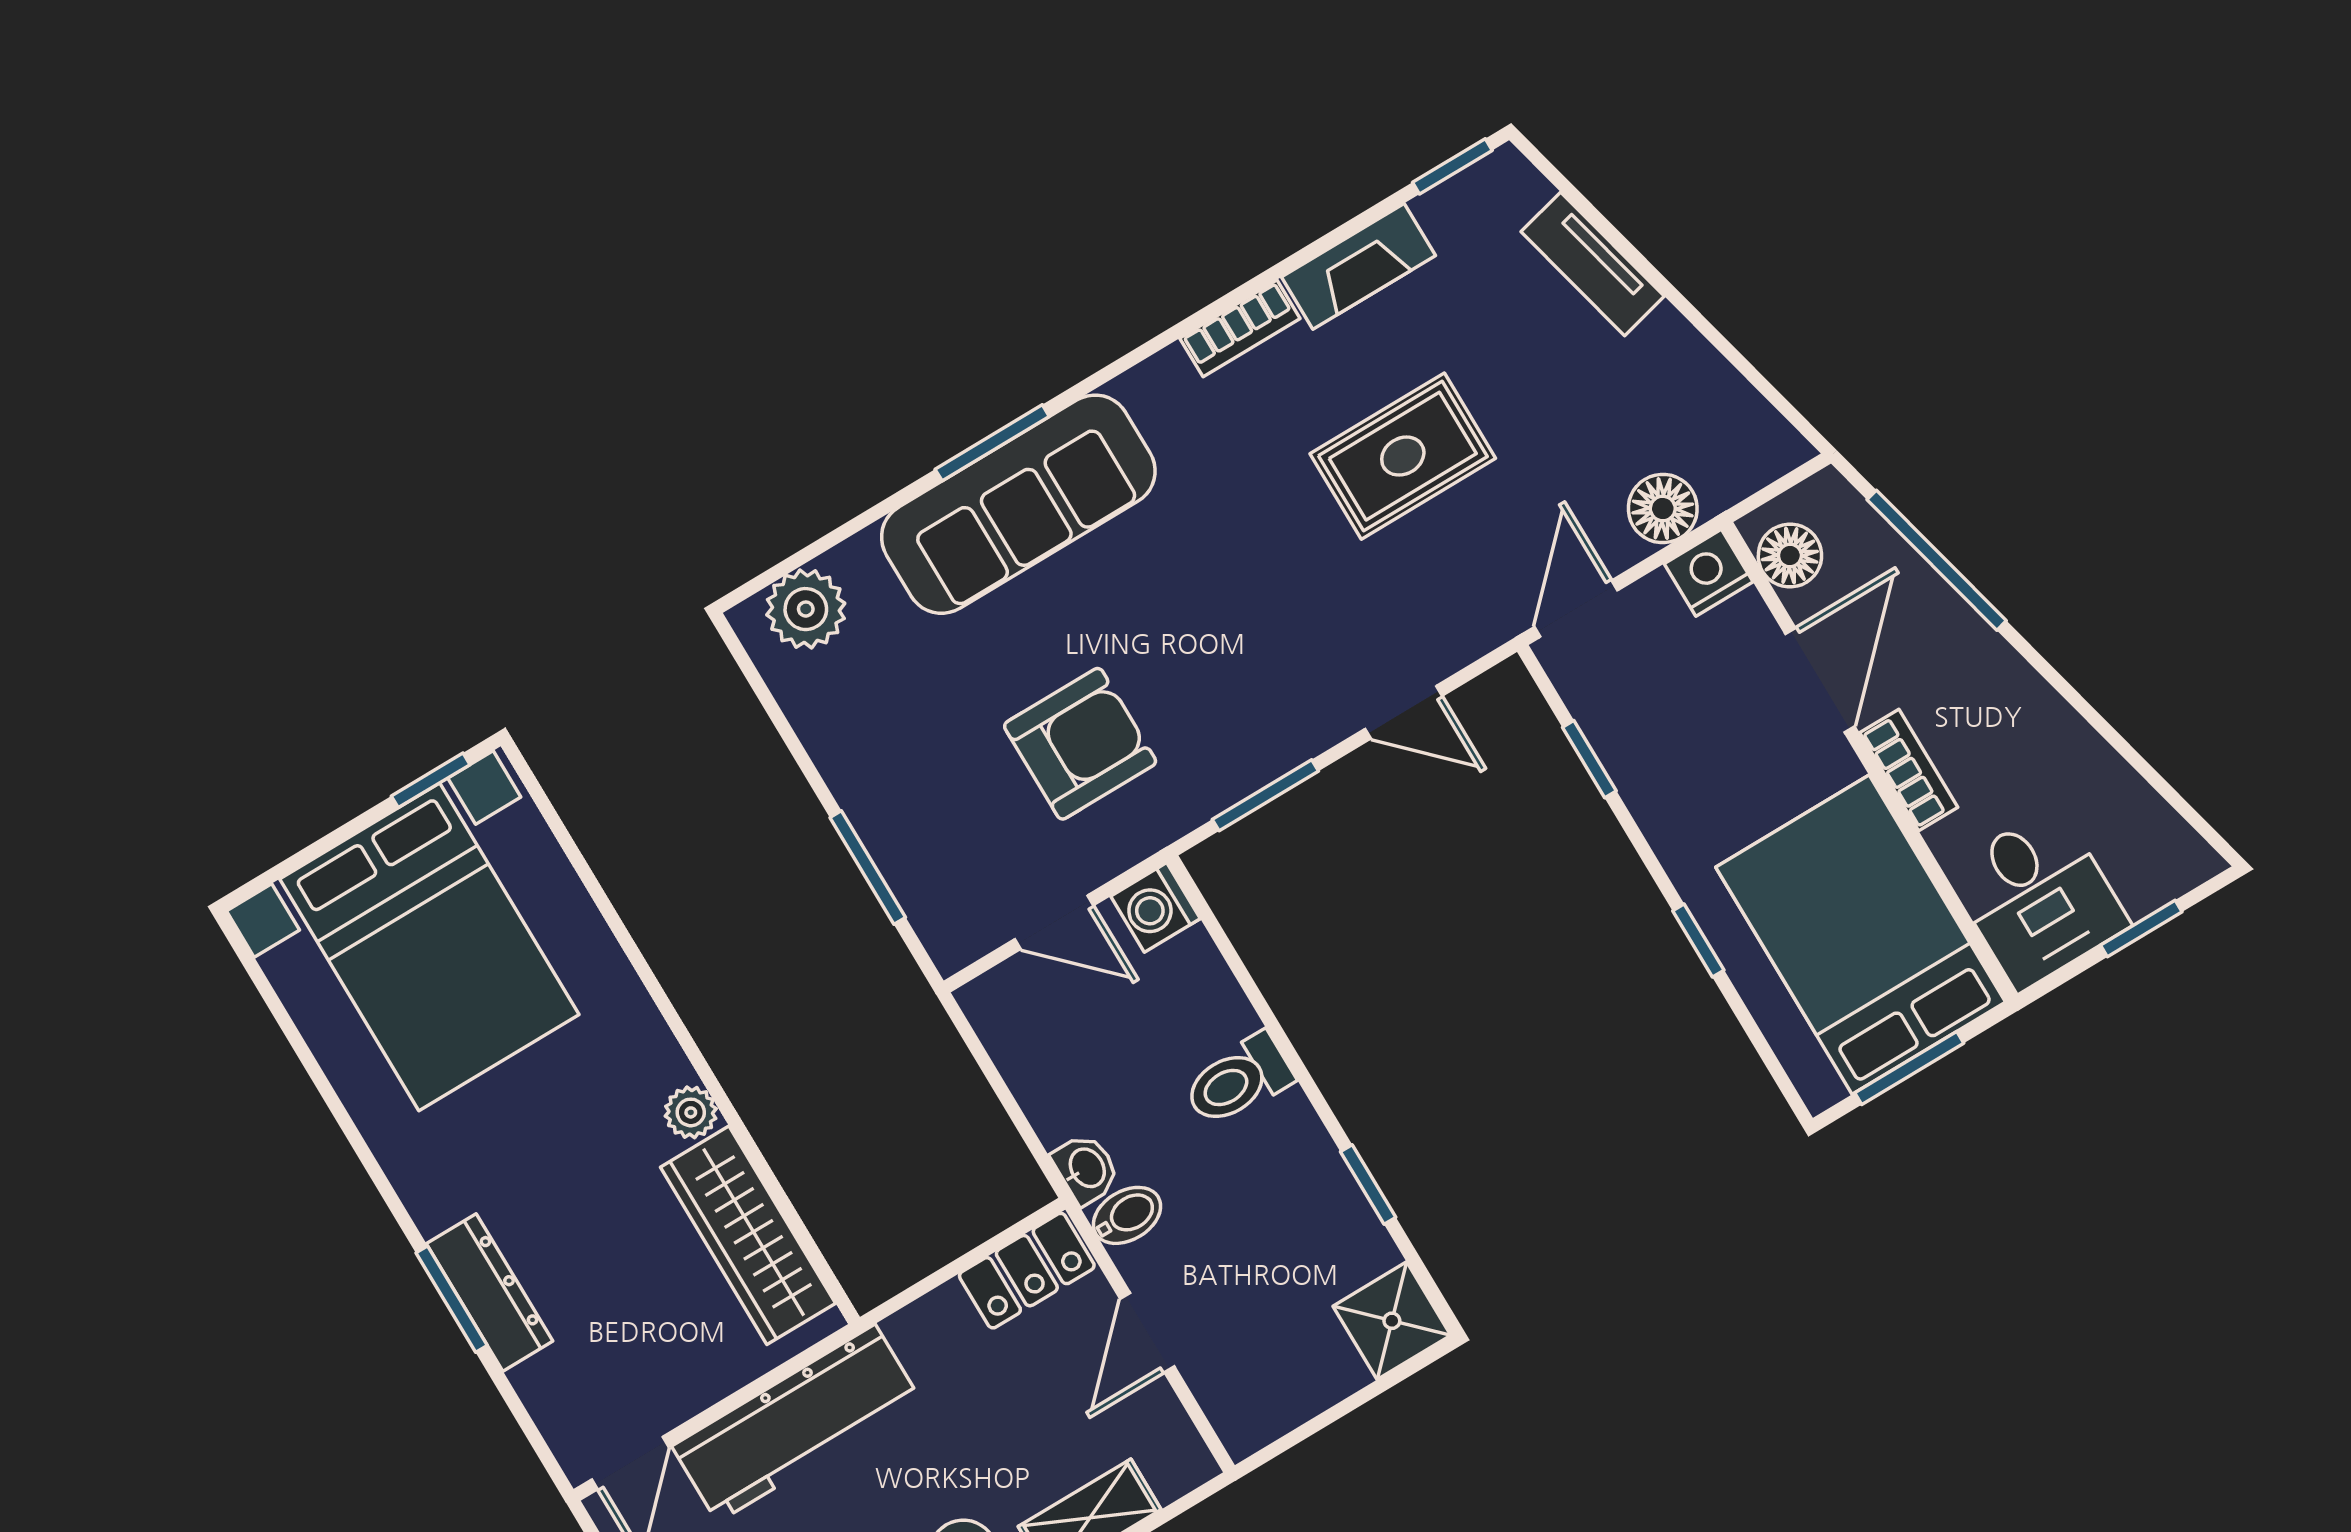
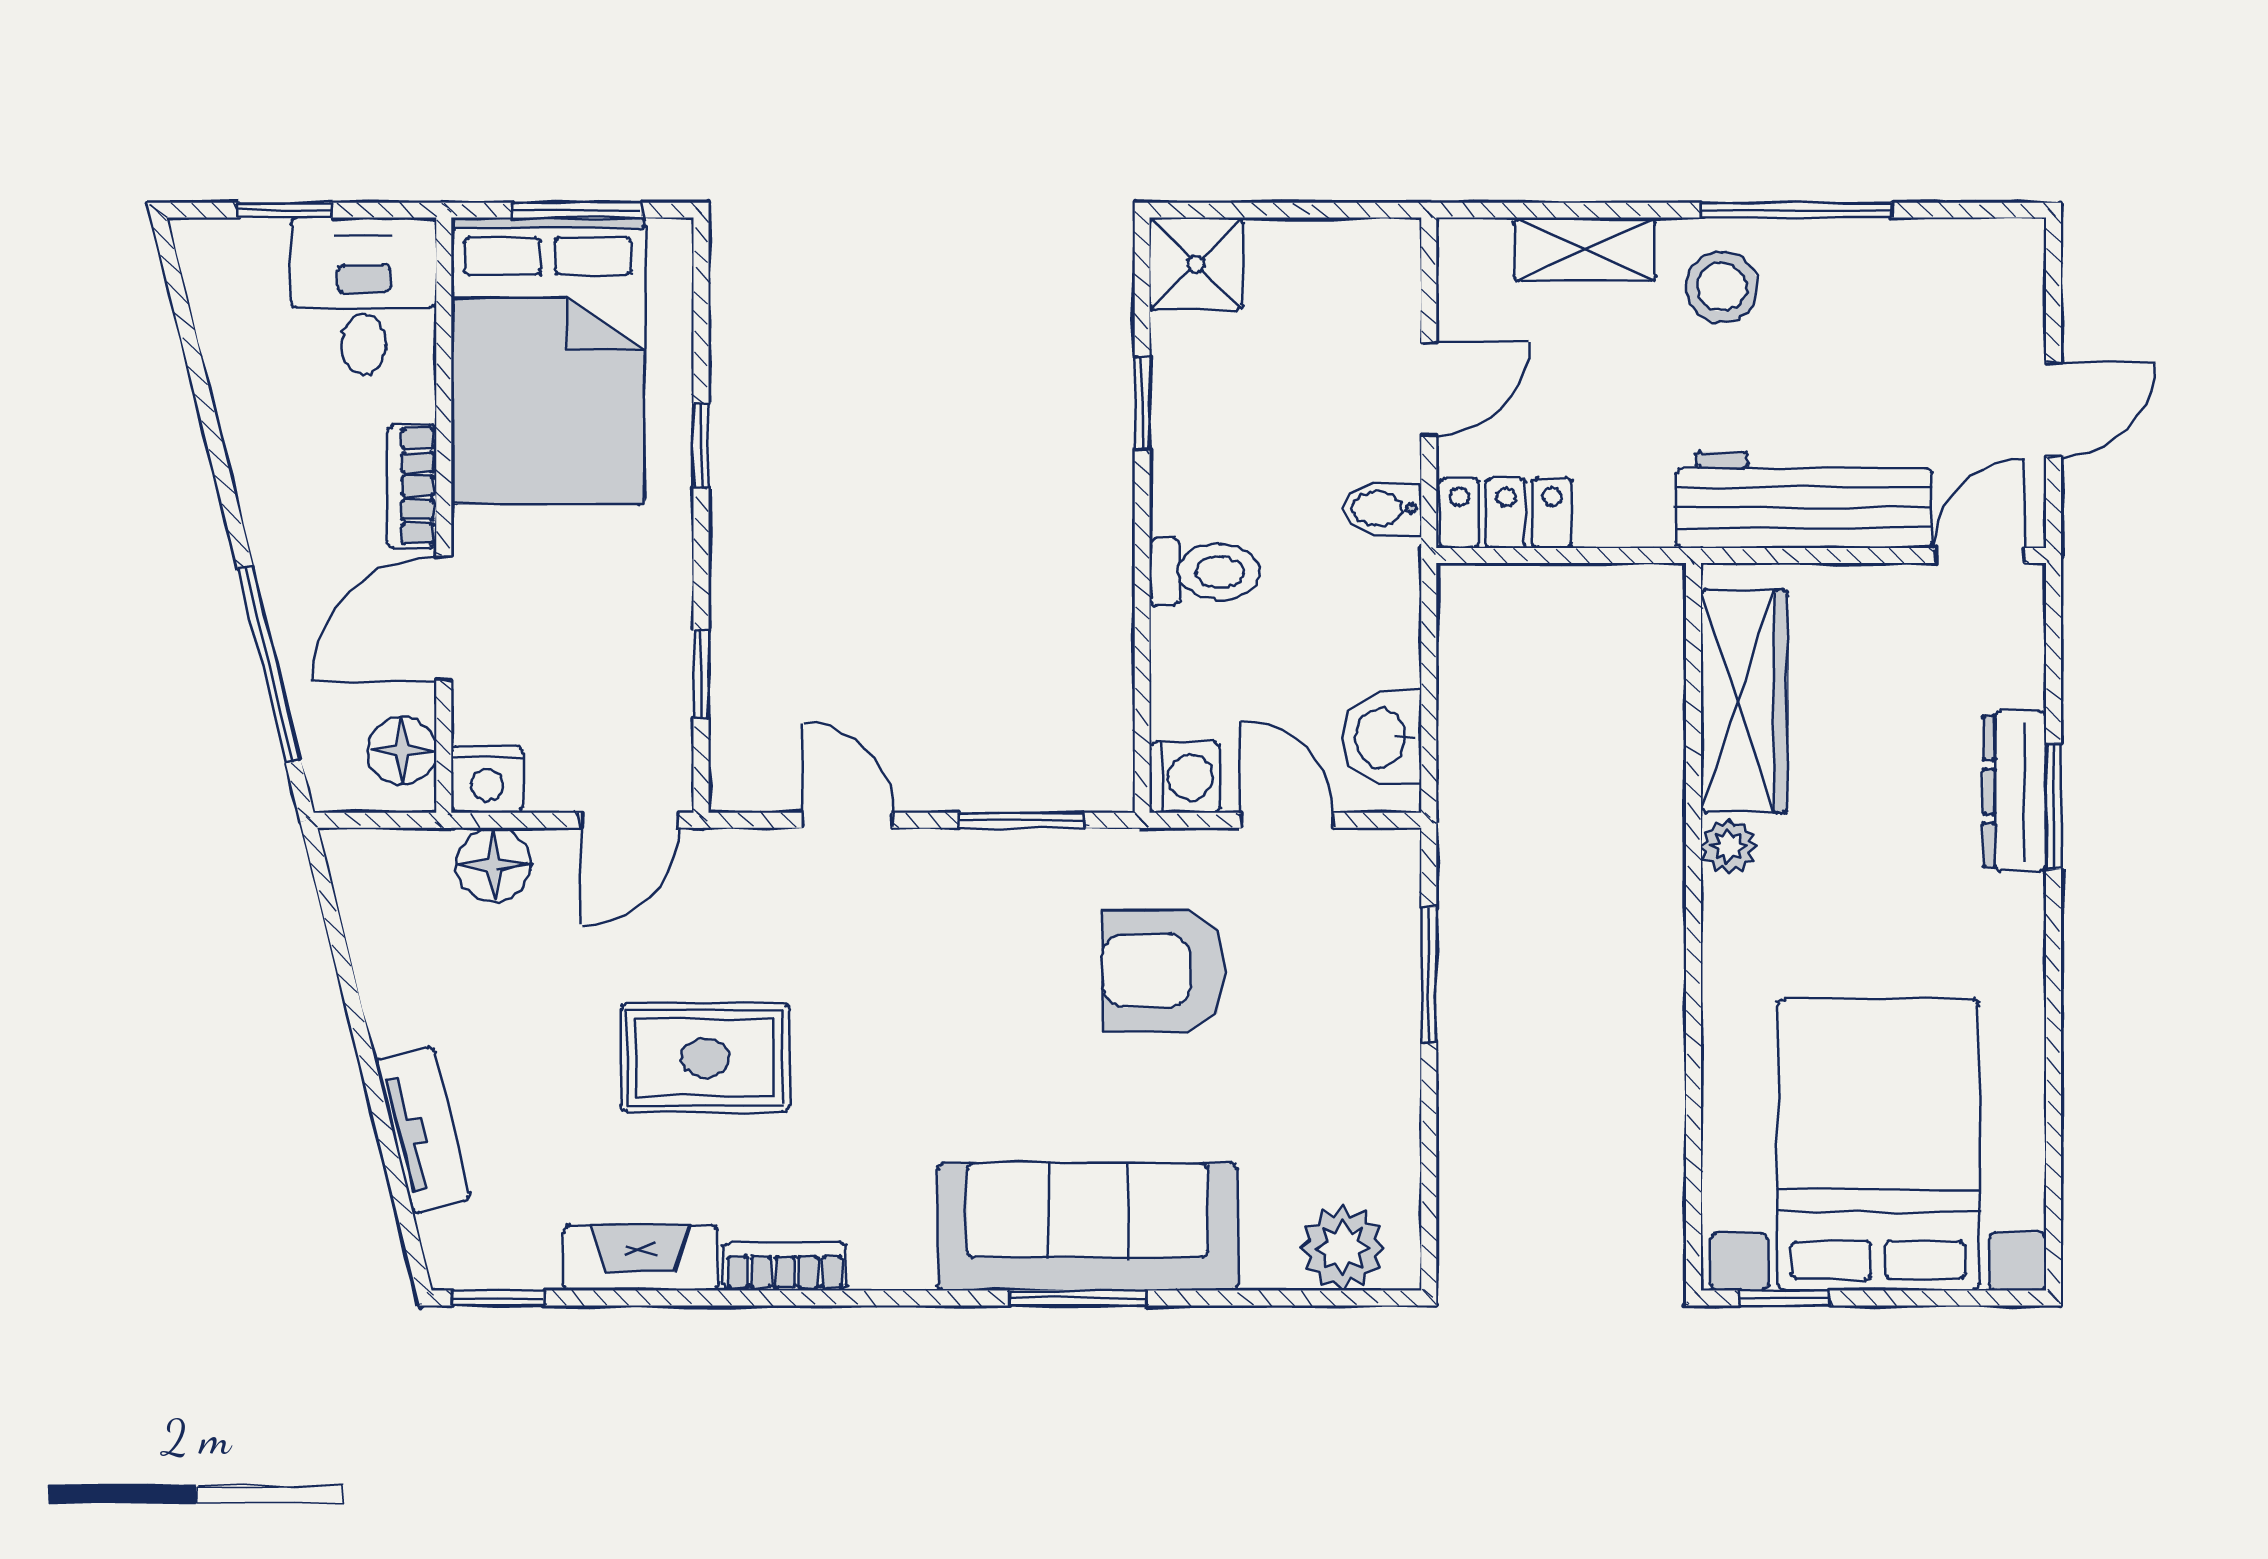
washbasin: (1086, 1169) -> (1382, 738), moved, width x1.38, depth x1.45

